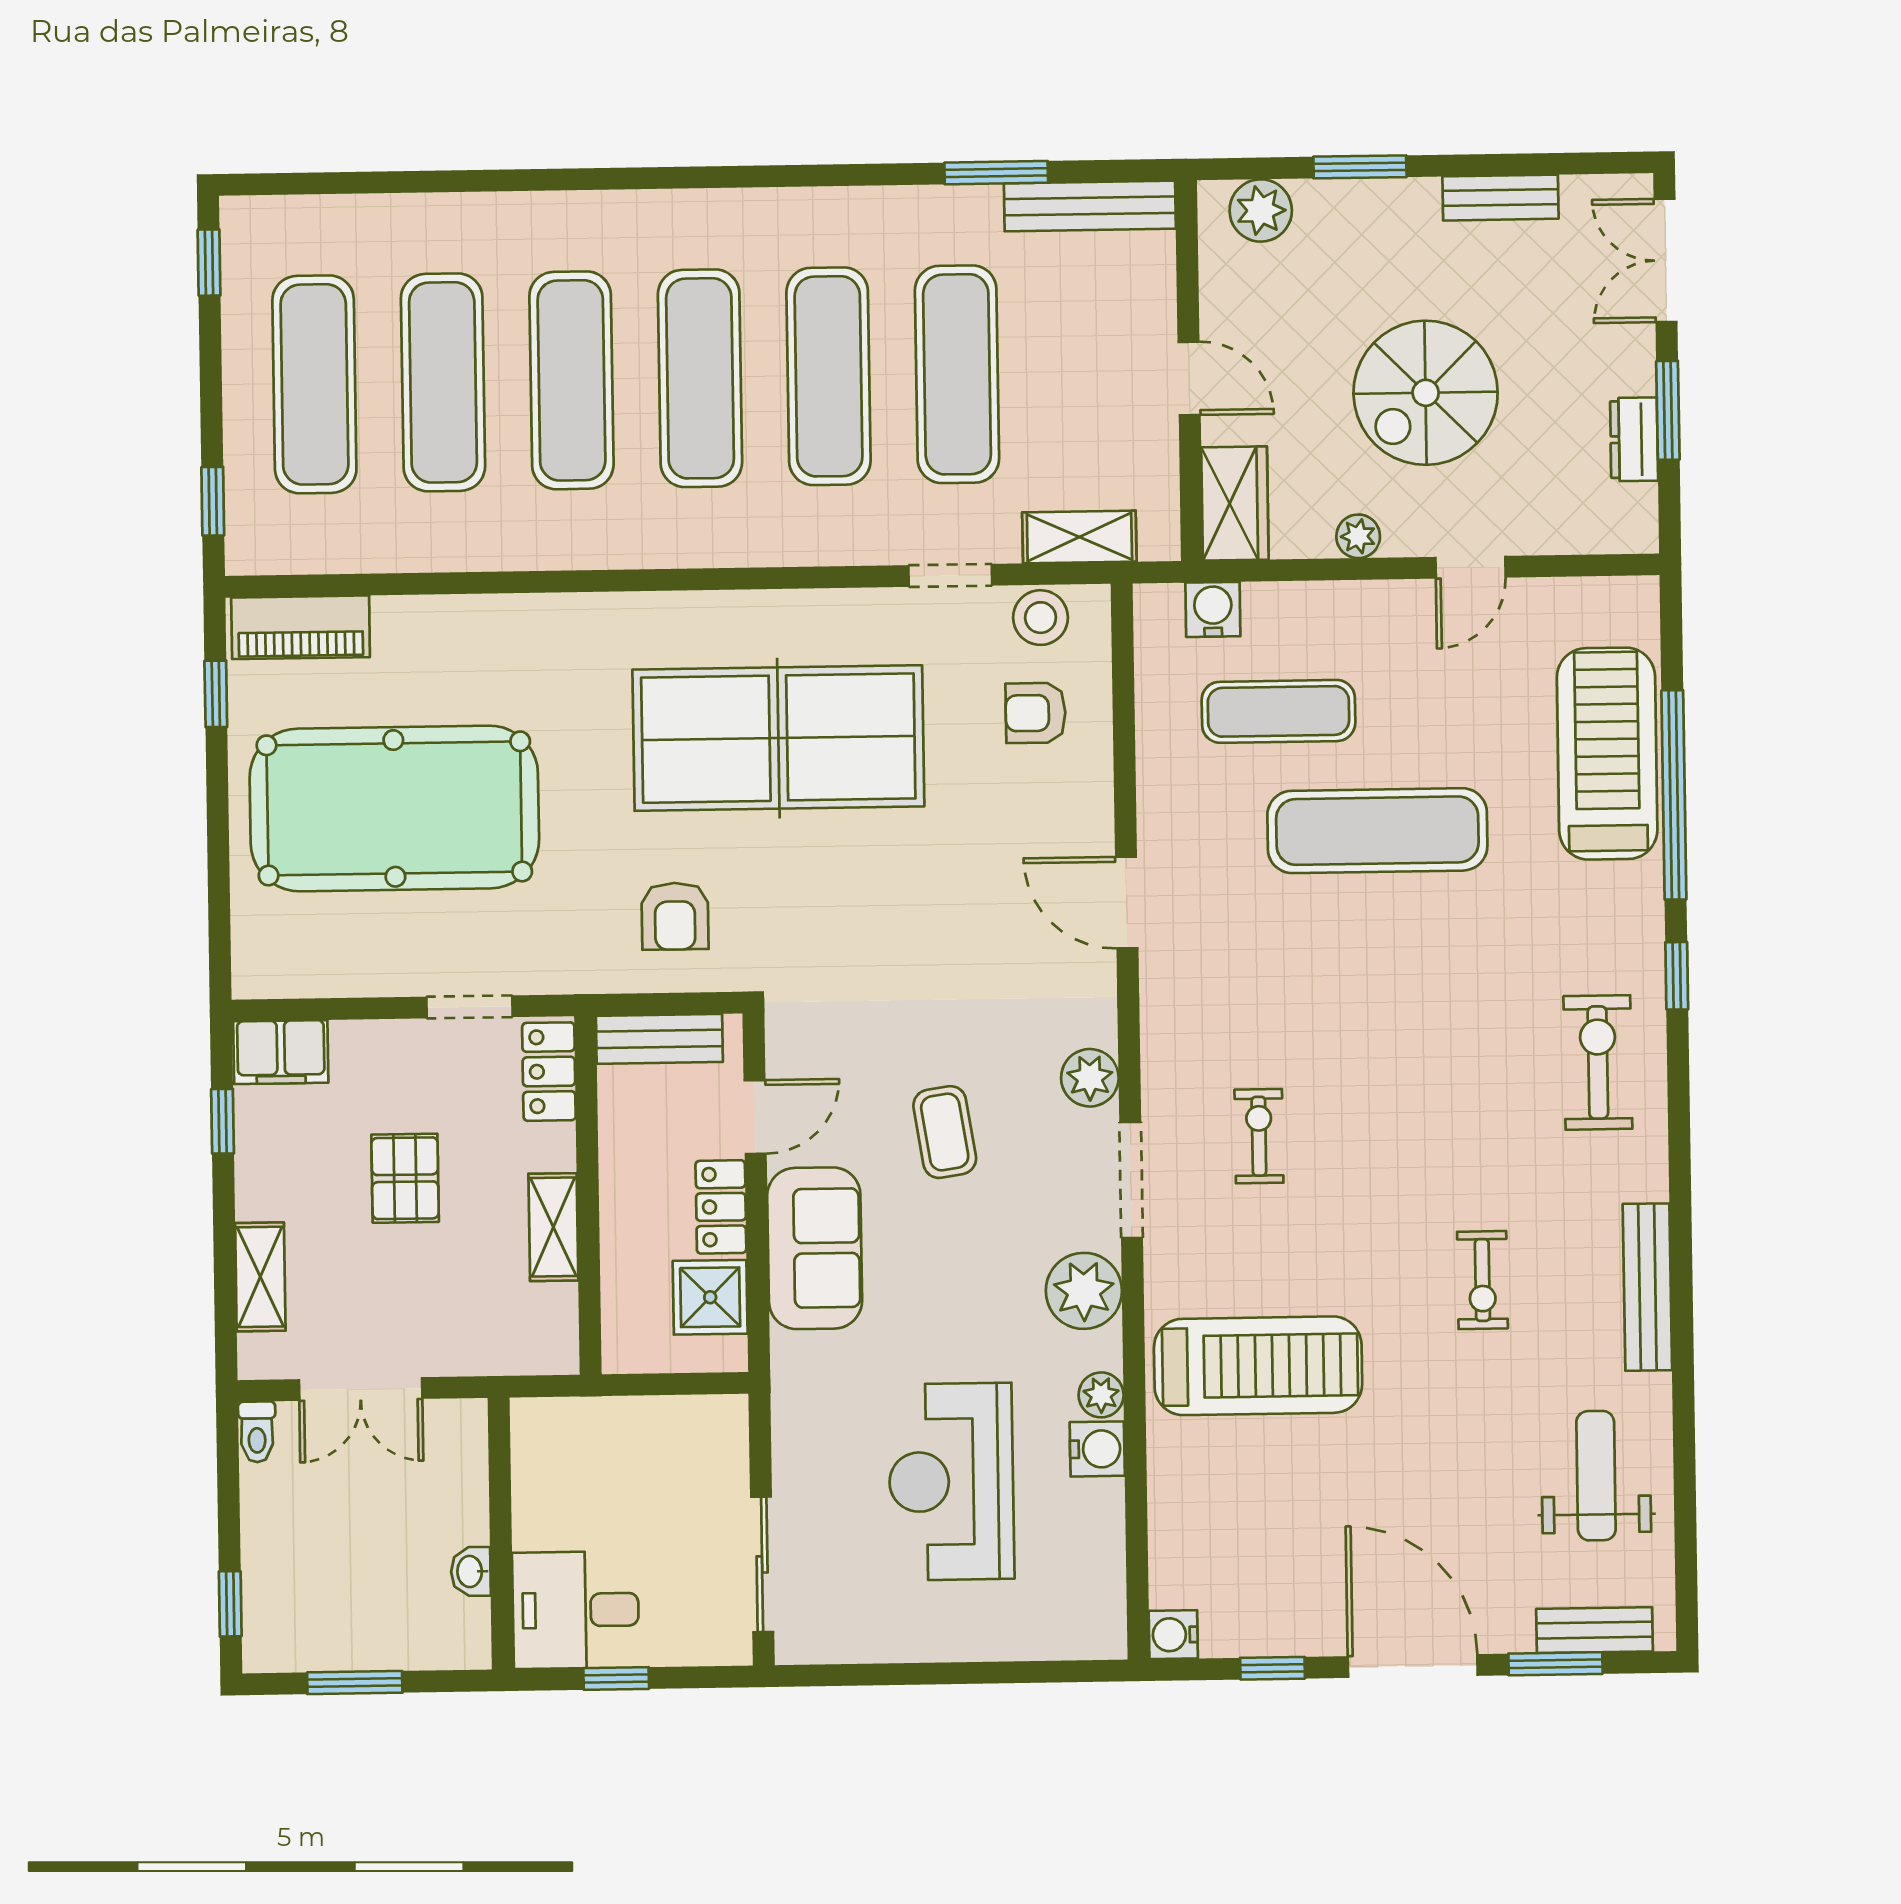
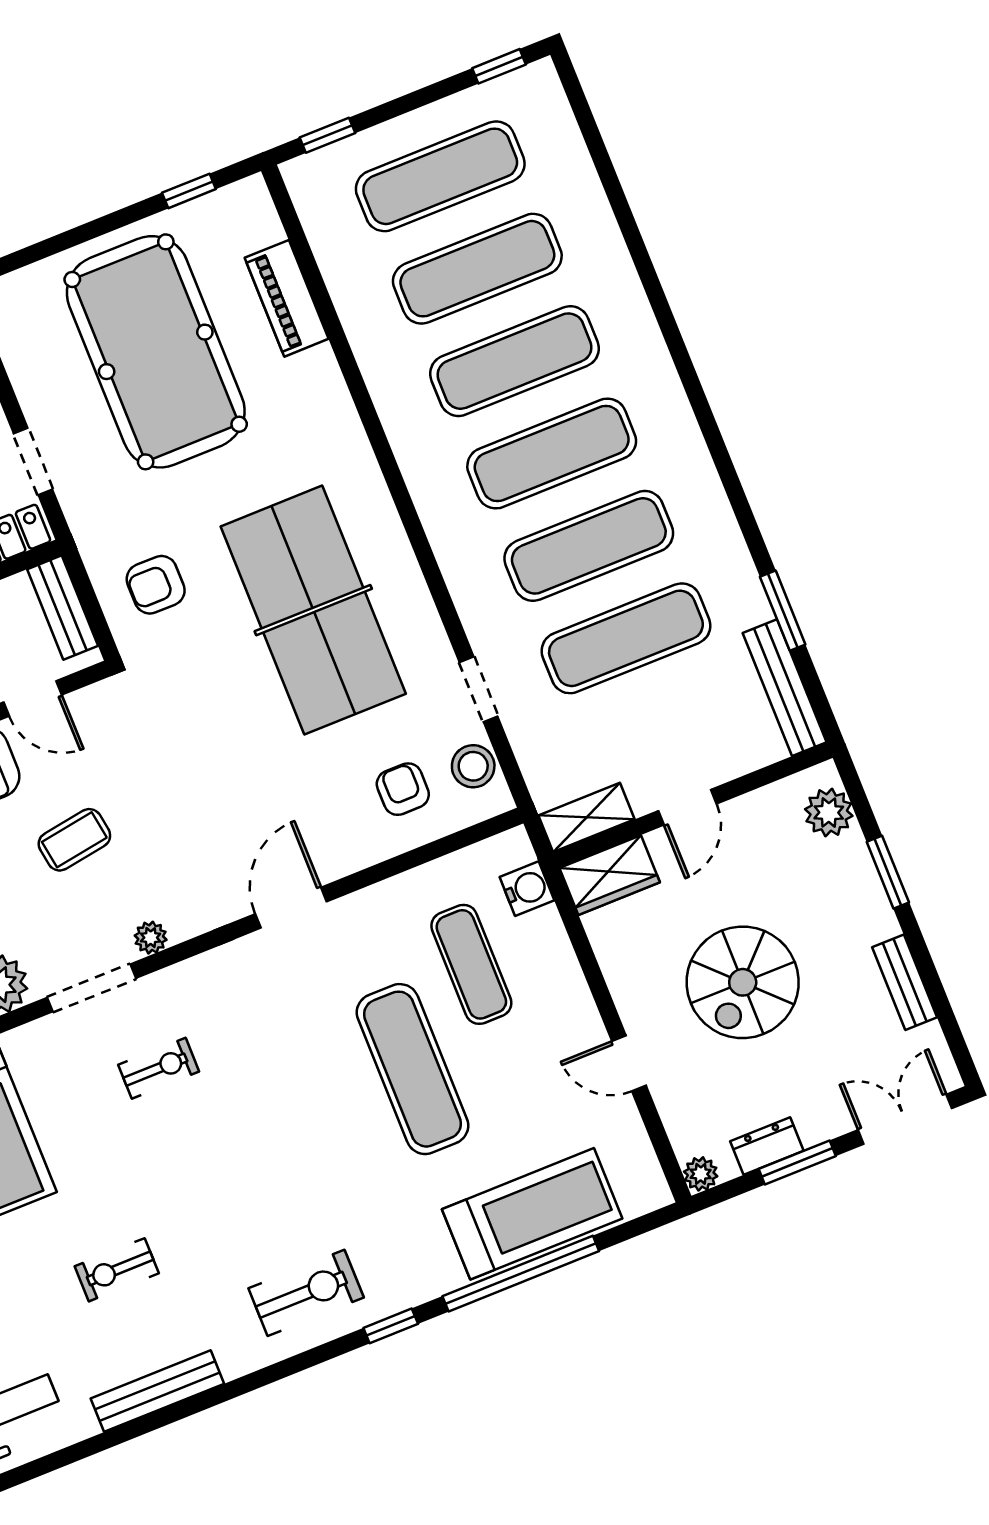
spiral stairs: (1426, 393) -> (743, 982), turned -90
plant: (1358, 536) -> (701, 1174), moved
shelving: (1079, 537) -> (587, 817), moved, turned 90
piano: (301, 627) -> (287, 298), moved
plant: (1090, 1078) -> (151, 938), width x0.73, depth x0.73

